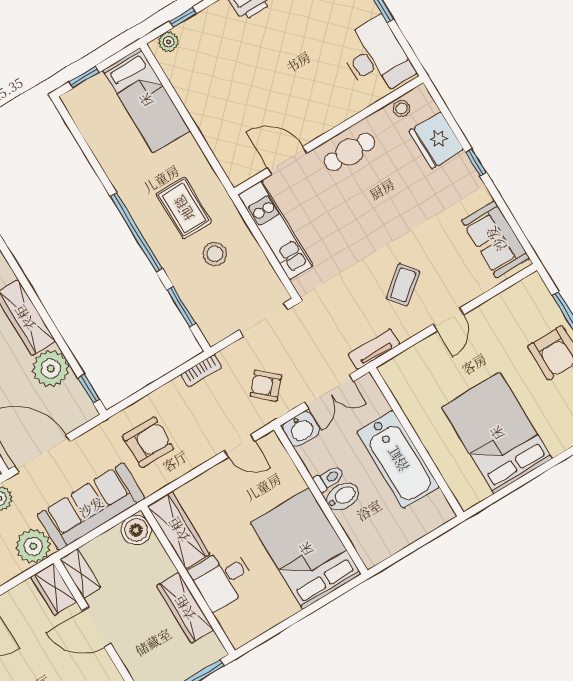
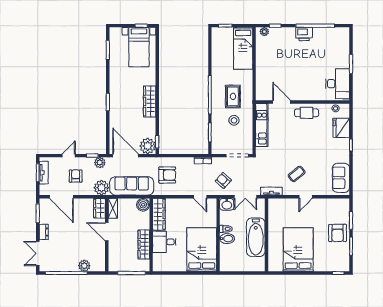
plant: (51, 368) -> (148, 146), moved

